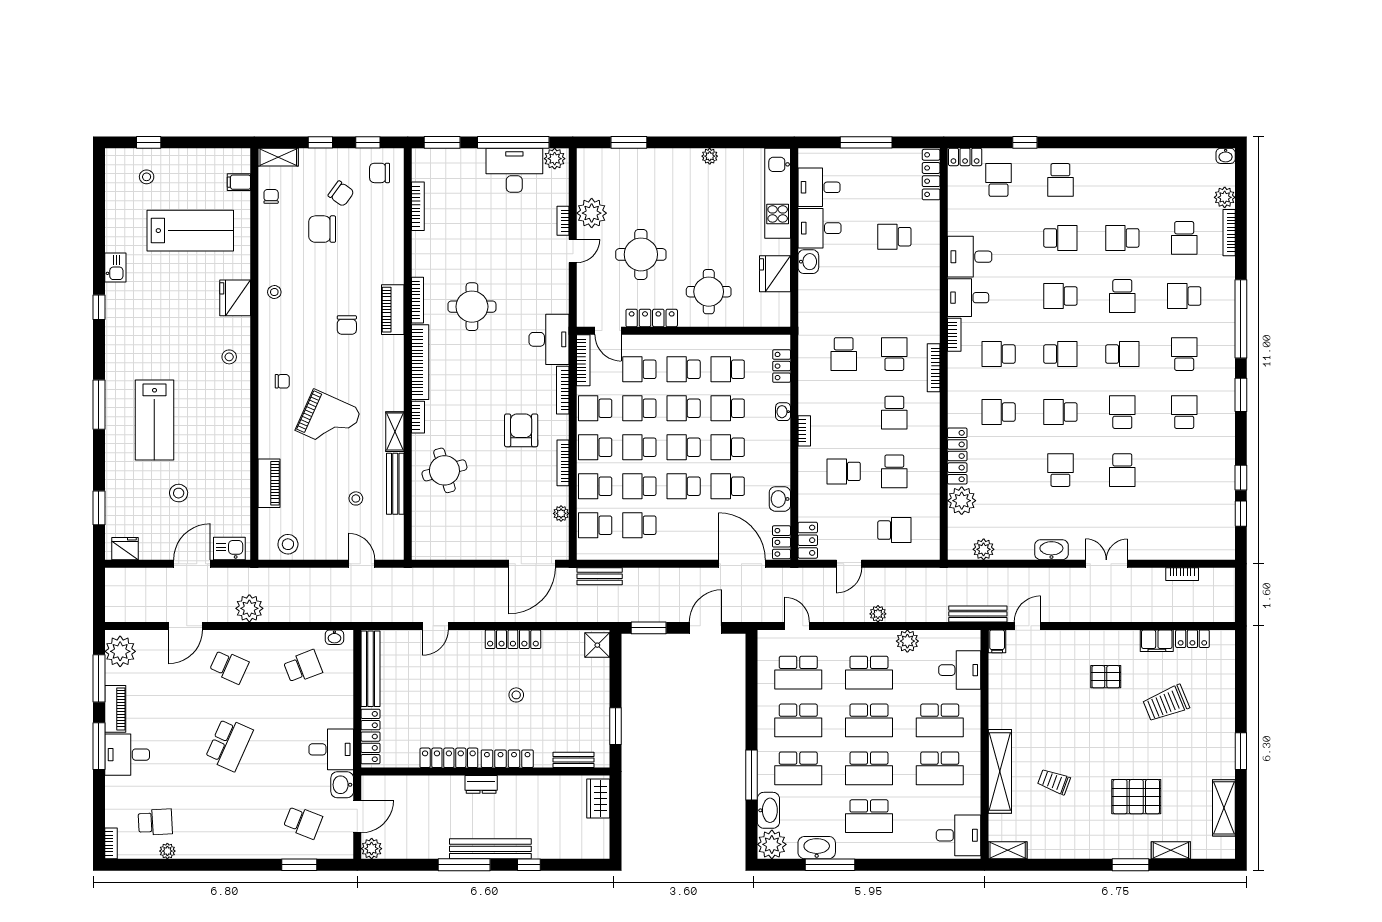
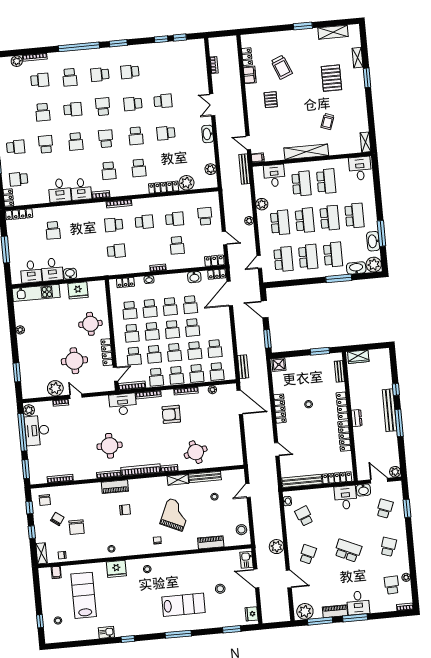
shelving: (1000, 771) -> (306, 152), moved
school desk: (229, 822) -> (388, 547), added

